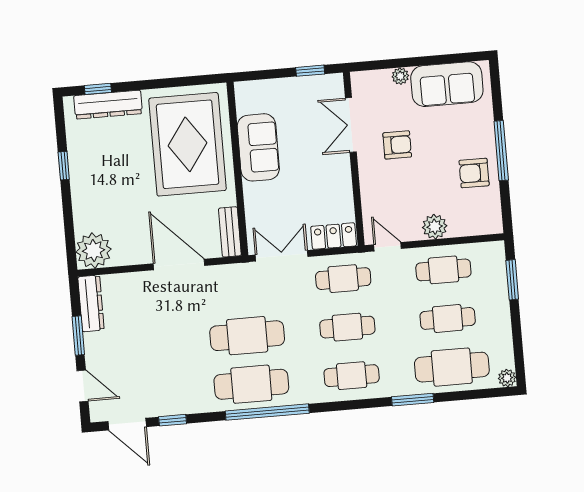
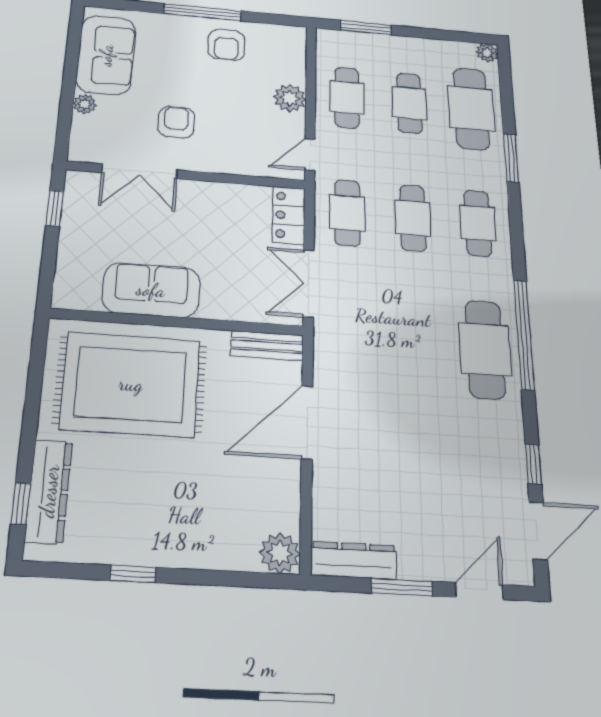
plant: (93, 250) -> (280, 553), width x0.73, depth x0.73
cafe table: (247, 336) -> (417, 345), removed

